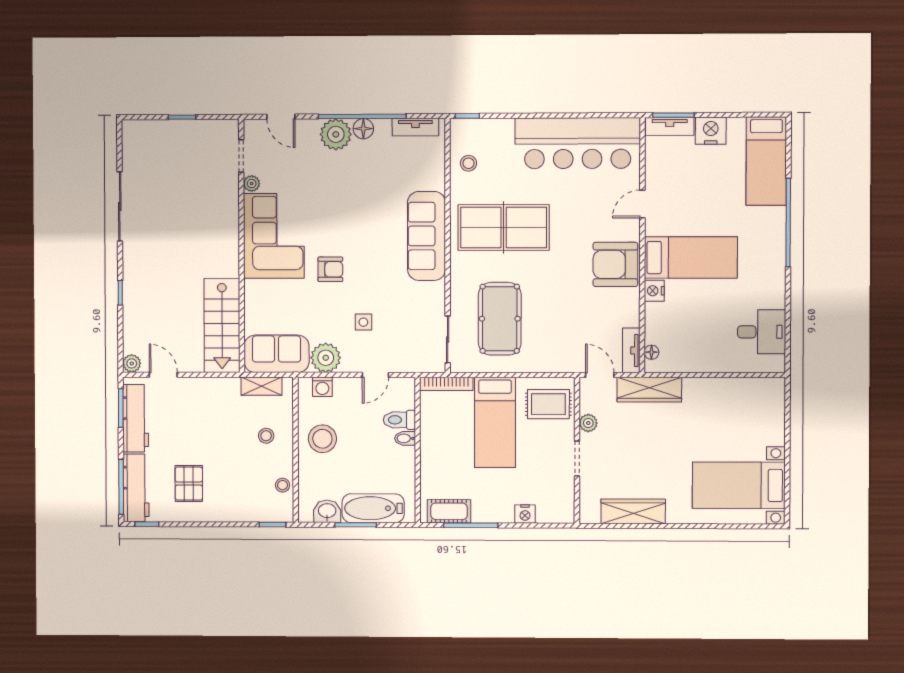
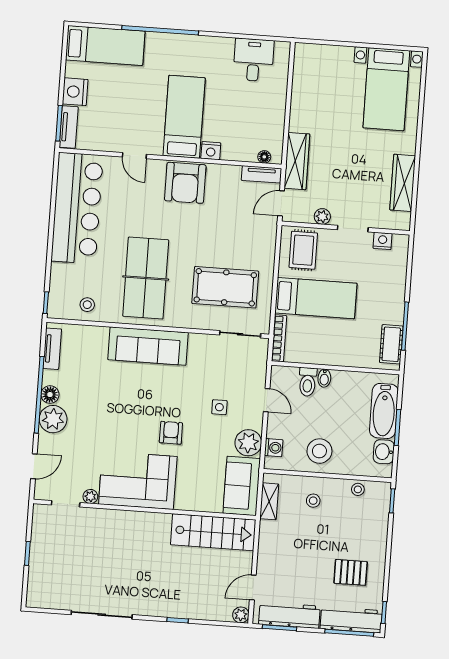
nightstand: (525, 514) -> (383, 241), moved, turned -90

